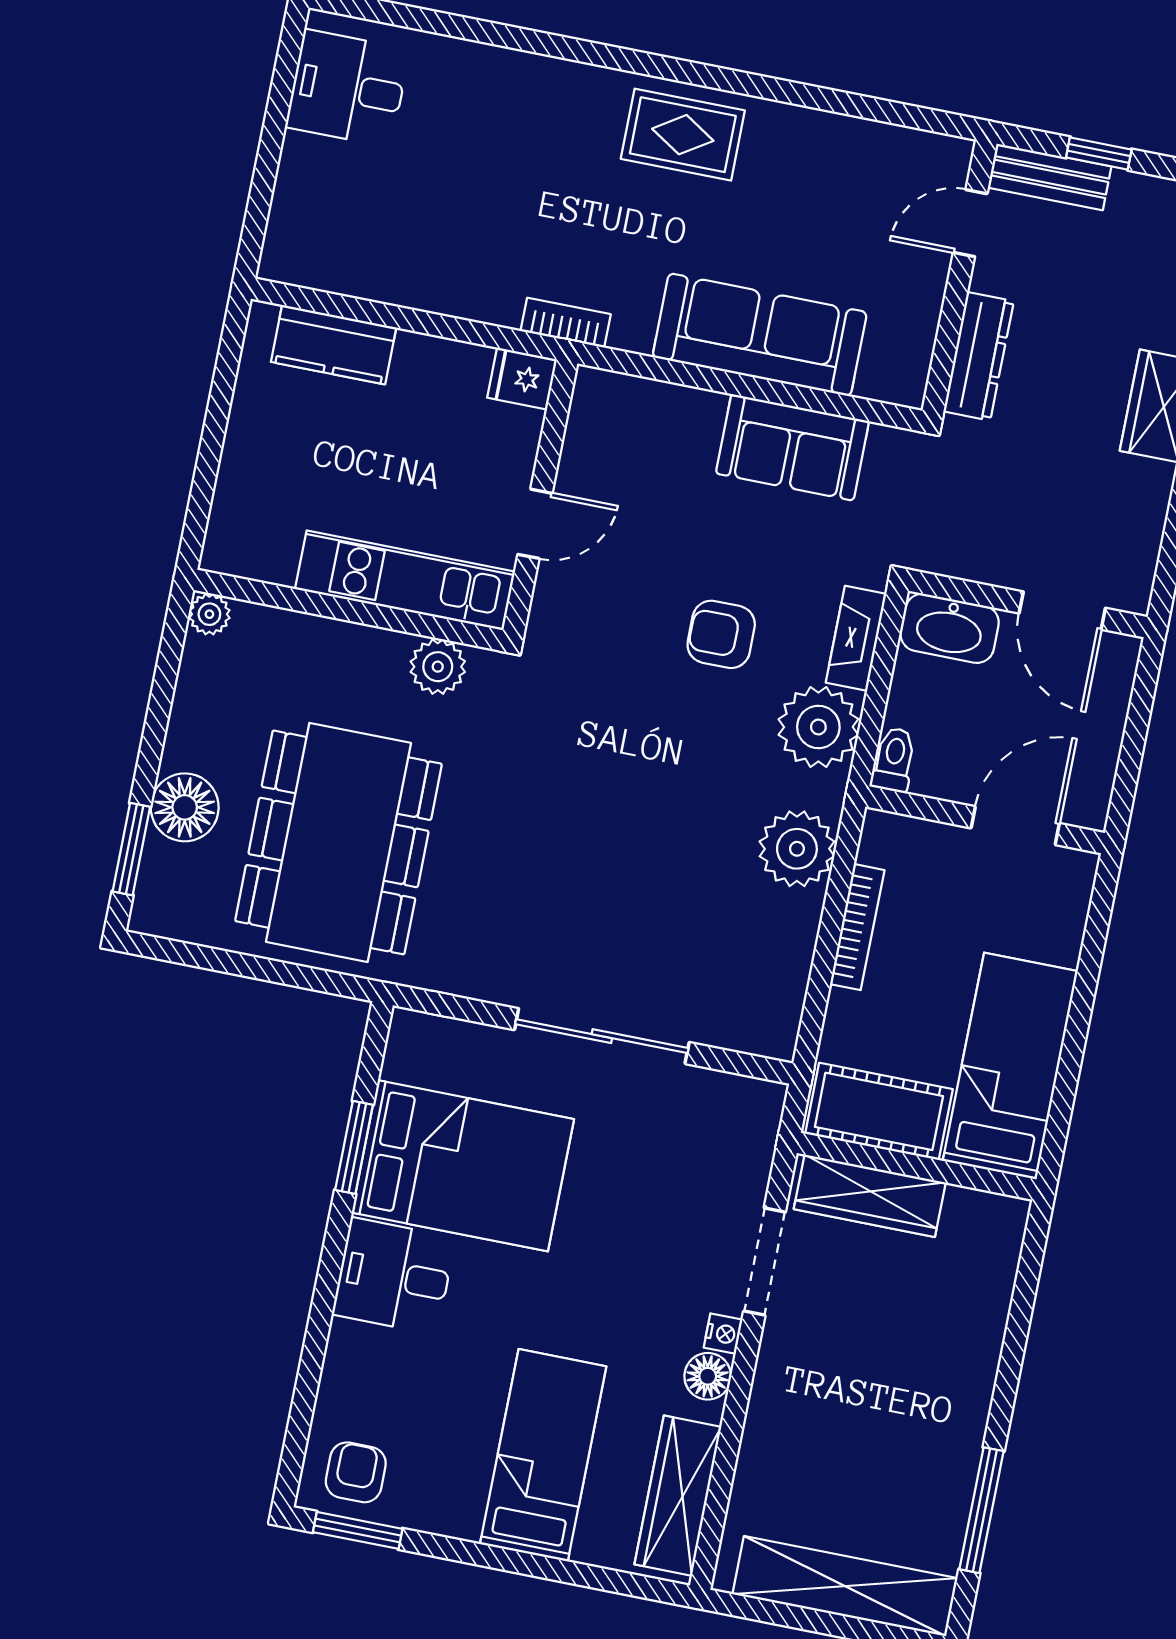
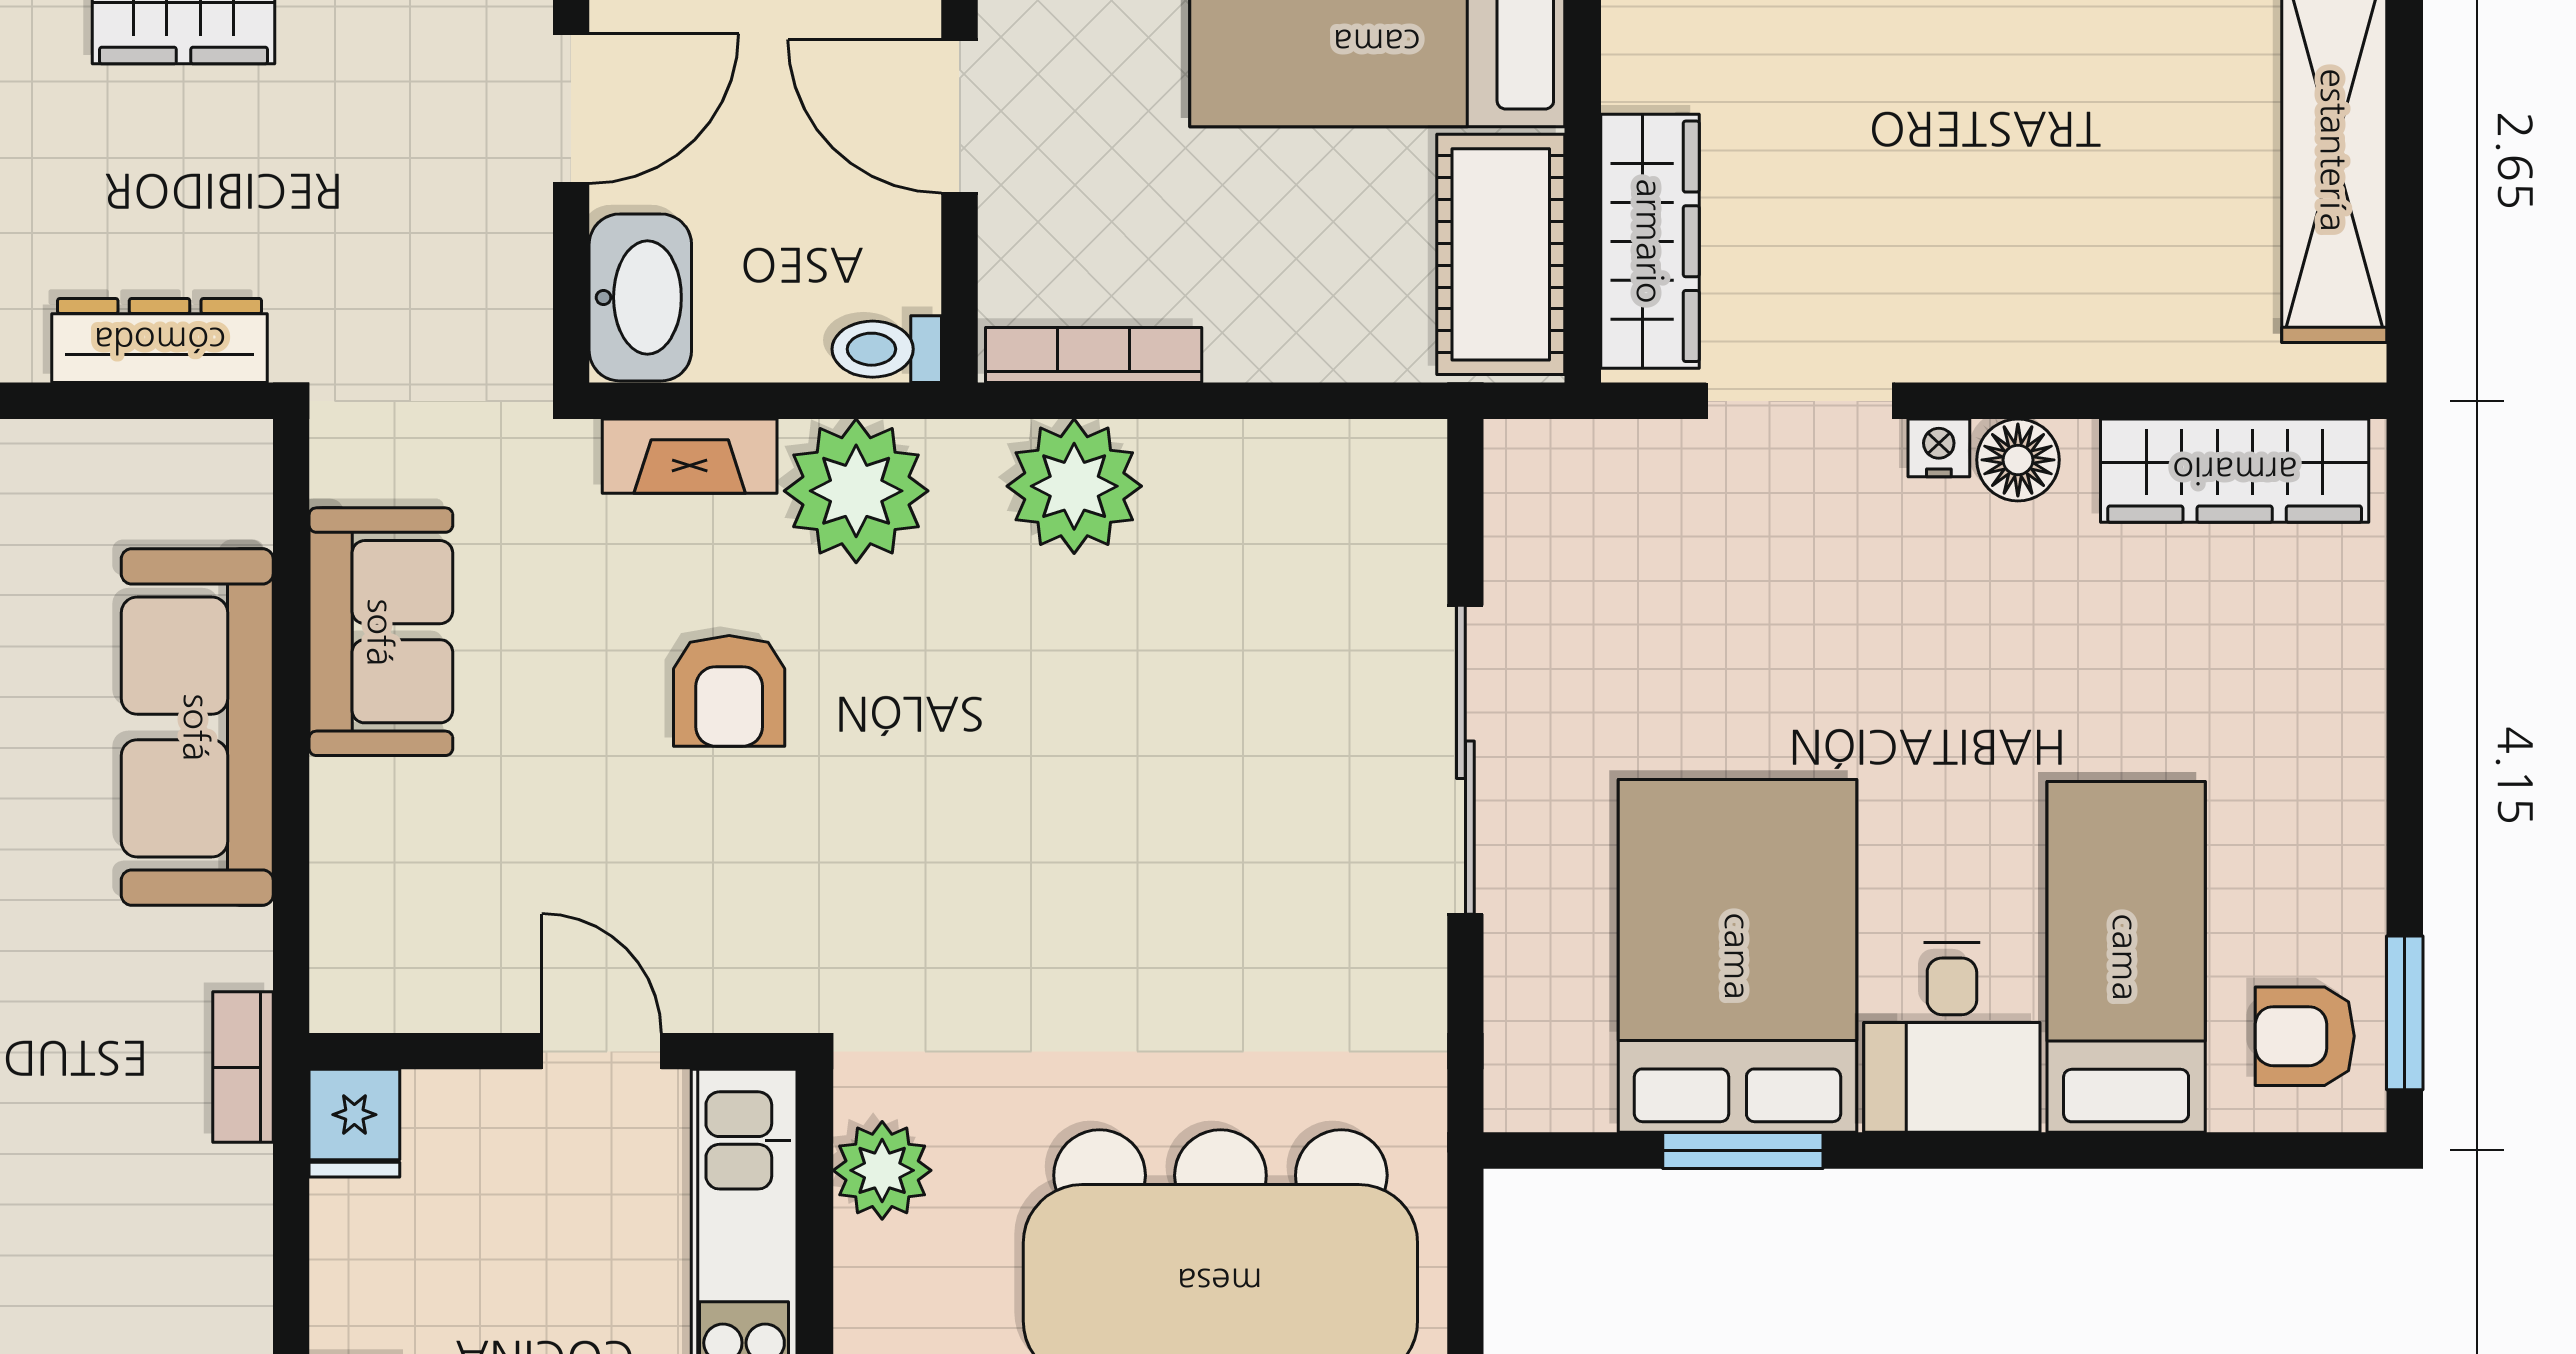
bookcase: (857, 927) -> (1094, 355), moved
bed: (543, 1455) -> (2126, 957), moved, turned 90

